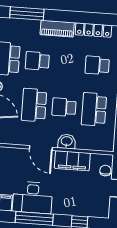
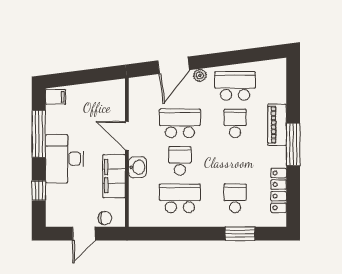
window: (27, 14) -> (293, 144), moved
piano: (57, 29) -> (277, 125), moved
door: (41, 148) -> (127, 136), hinge flipped
desk: (33, 198) -> (65, 159), moved

